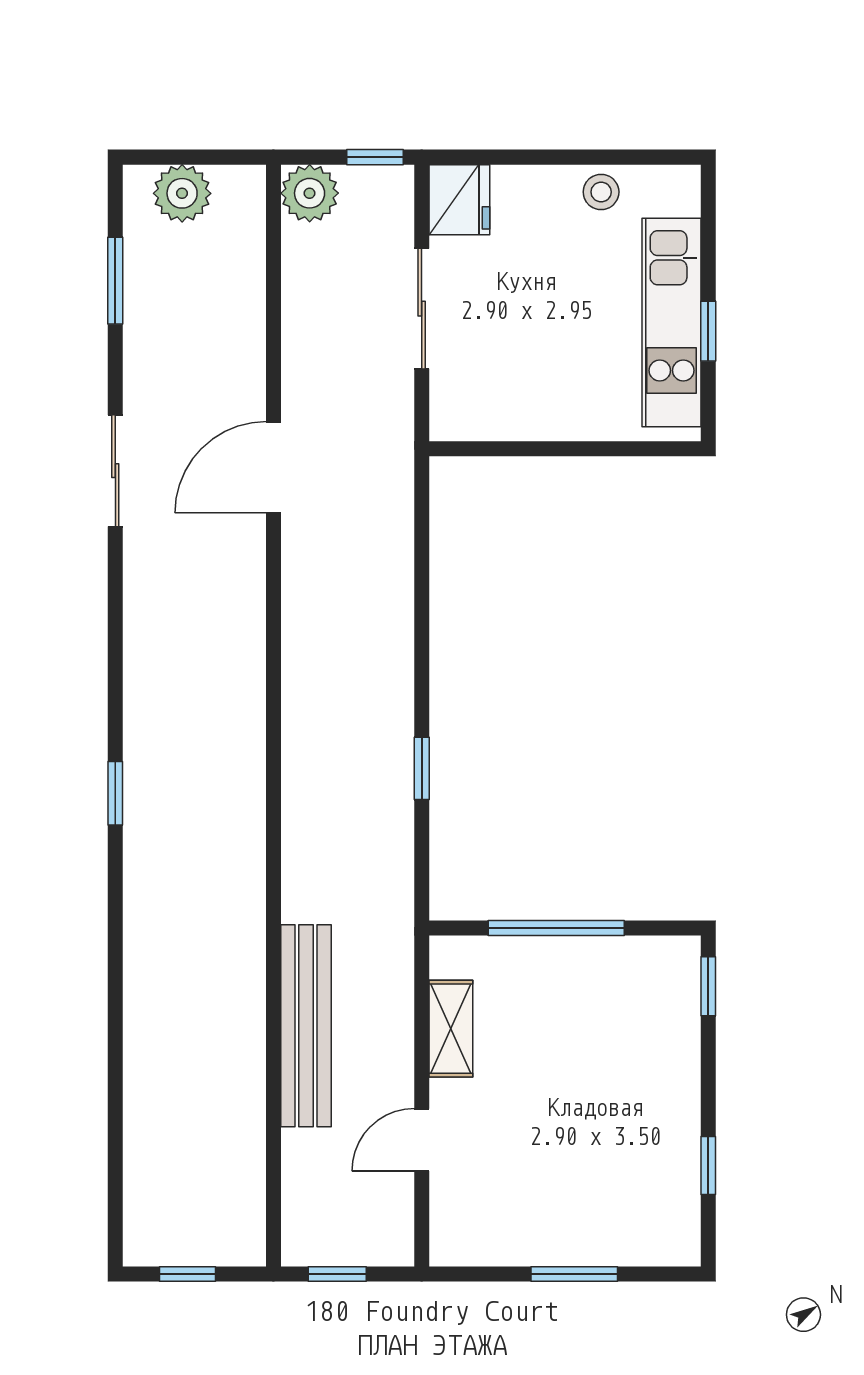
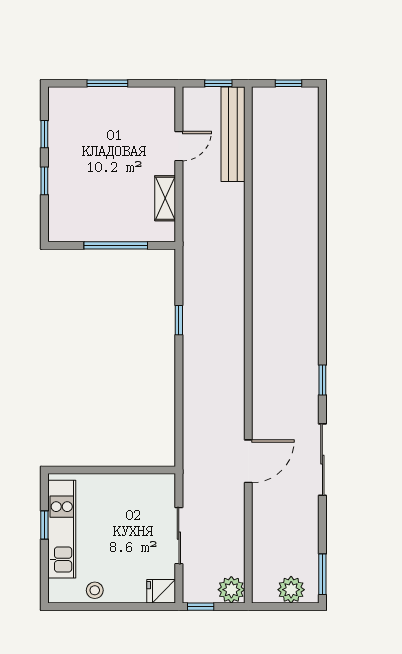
fridge: (459, 200) -> (161, 591), width x0.72
window: (115, 281) -> (322, 574), moved
sliding door: (115, 471) -> (322, 460), width x1.37
window: (115, 793) -> (322, 380), moved
window: (708, 986) -> (44, 181), moved
bench: (306, 1026) -> (233, 134), moved

